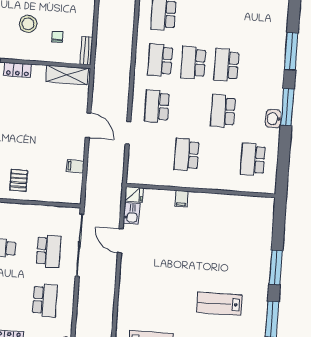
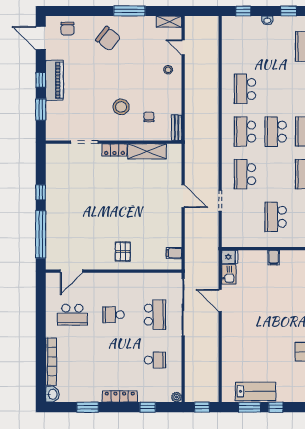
shelving: (67, 75) -> (147, 151), moved
filing cabinet: (75, 166) -> (174, 253), moved
school desk: (45, 300) -> (155, 360), width x0.54

